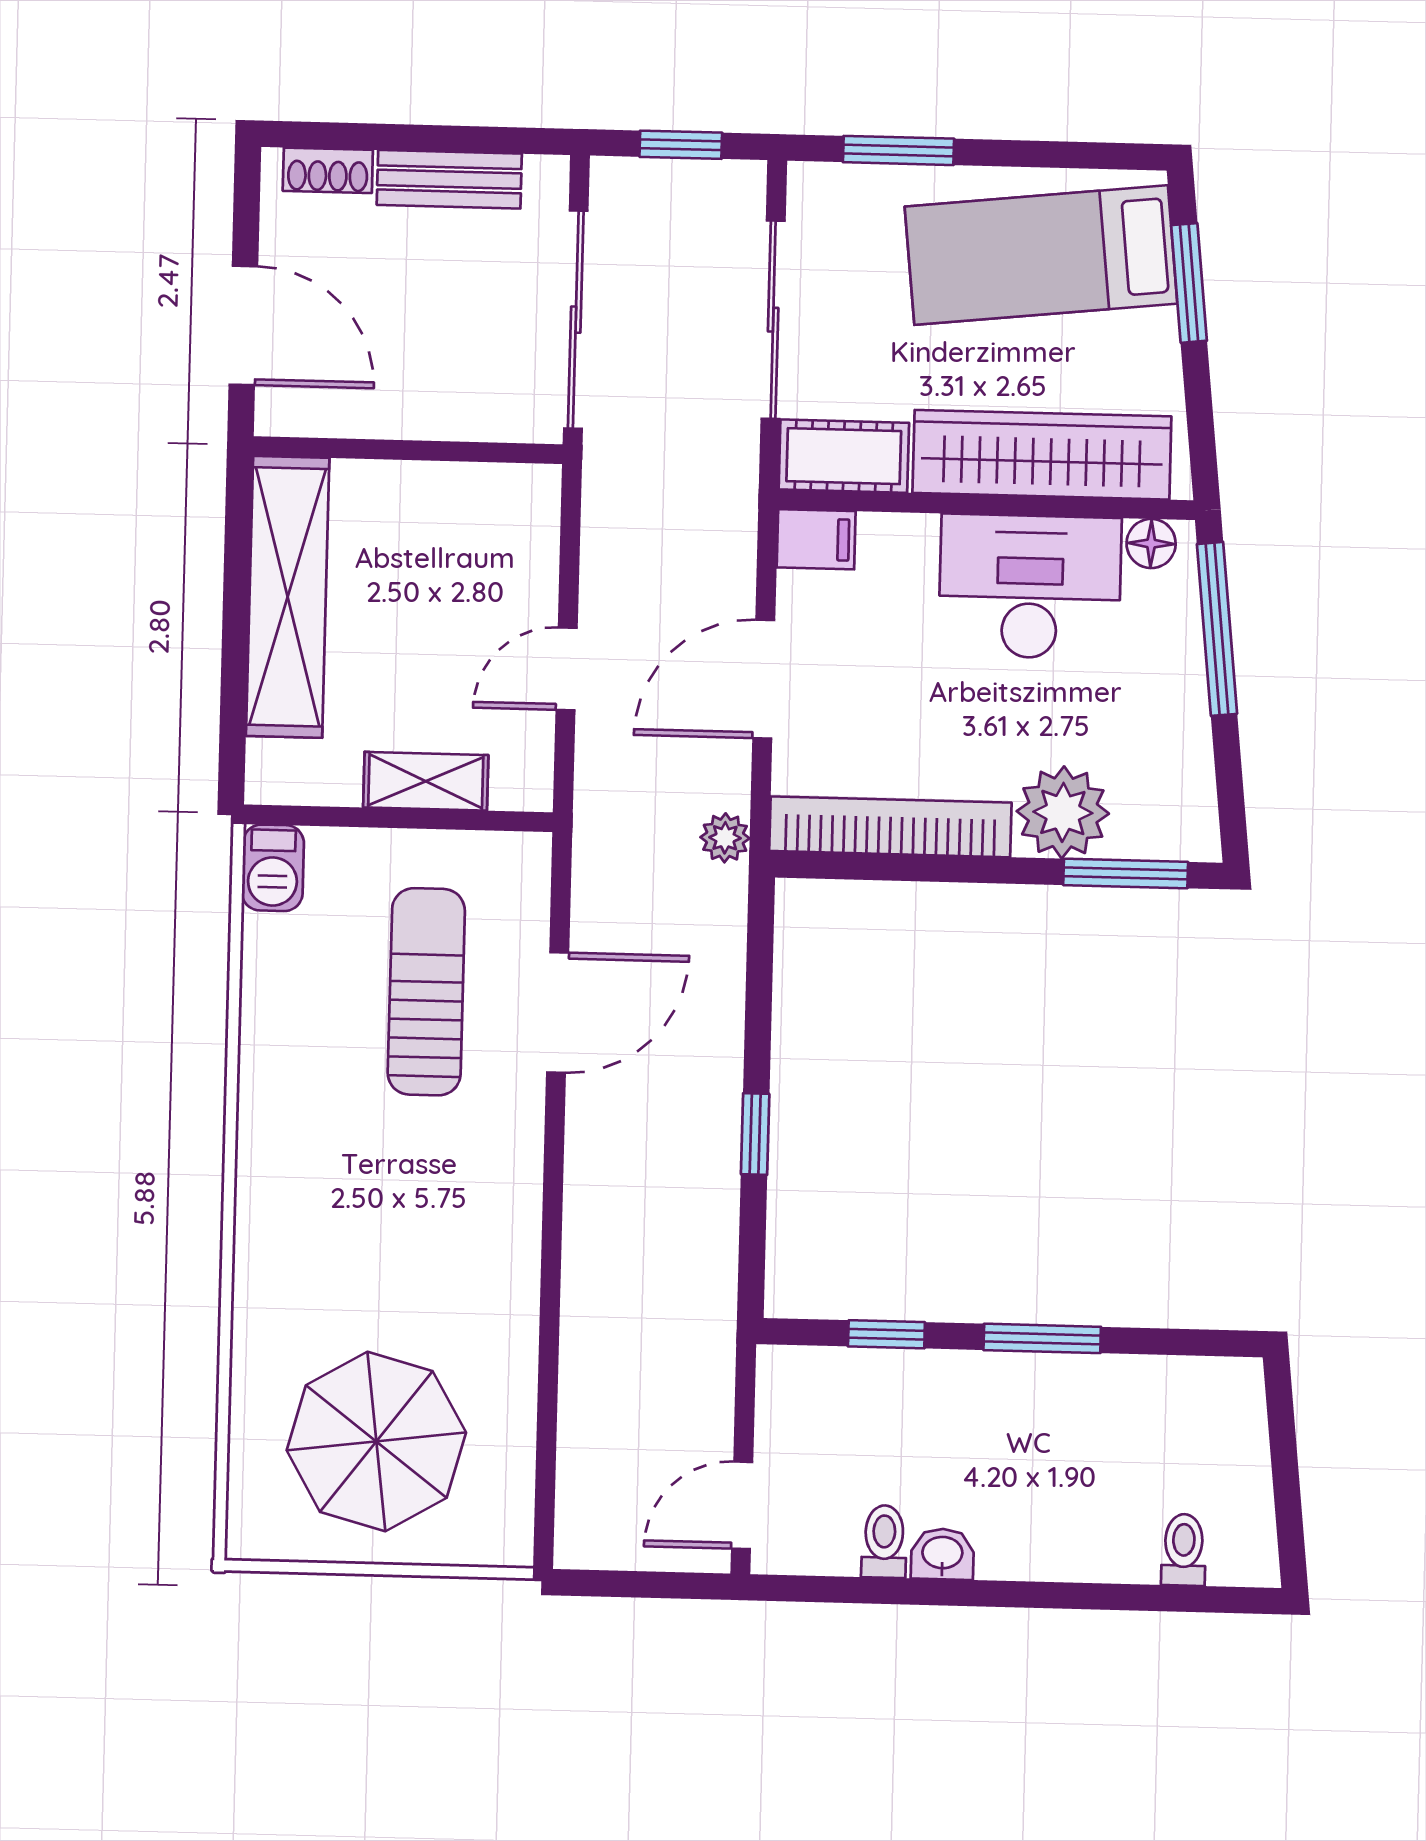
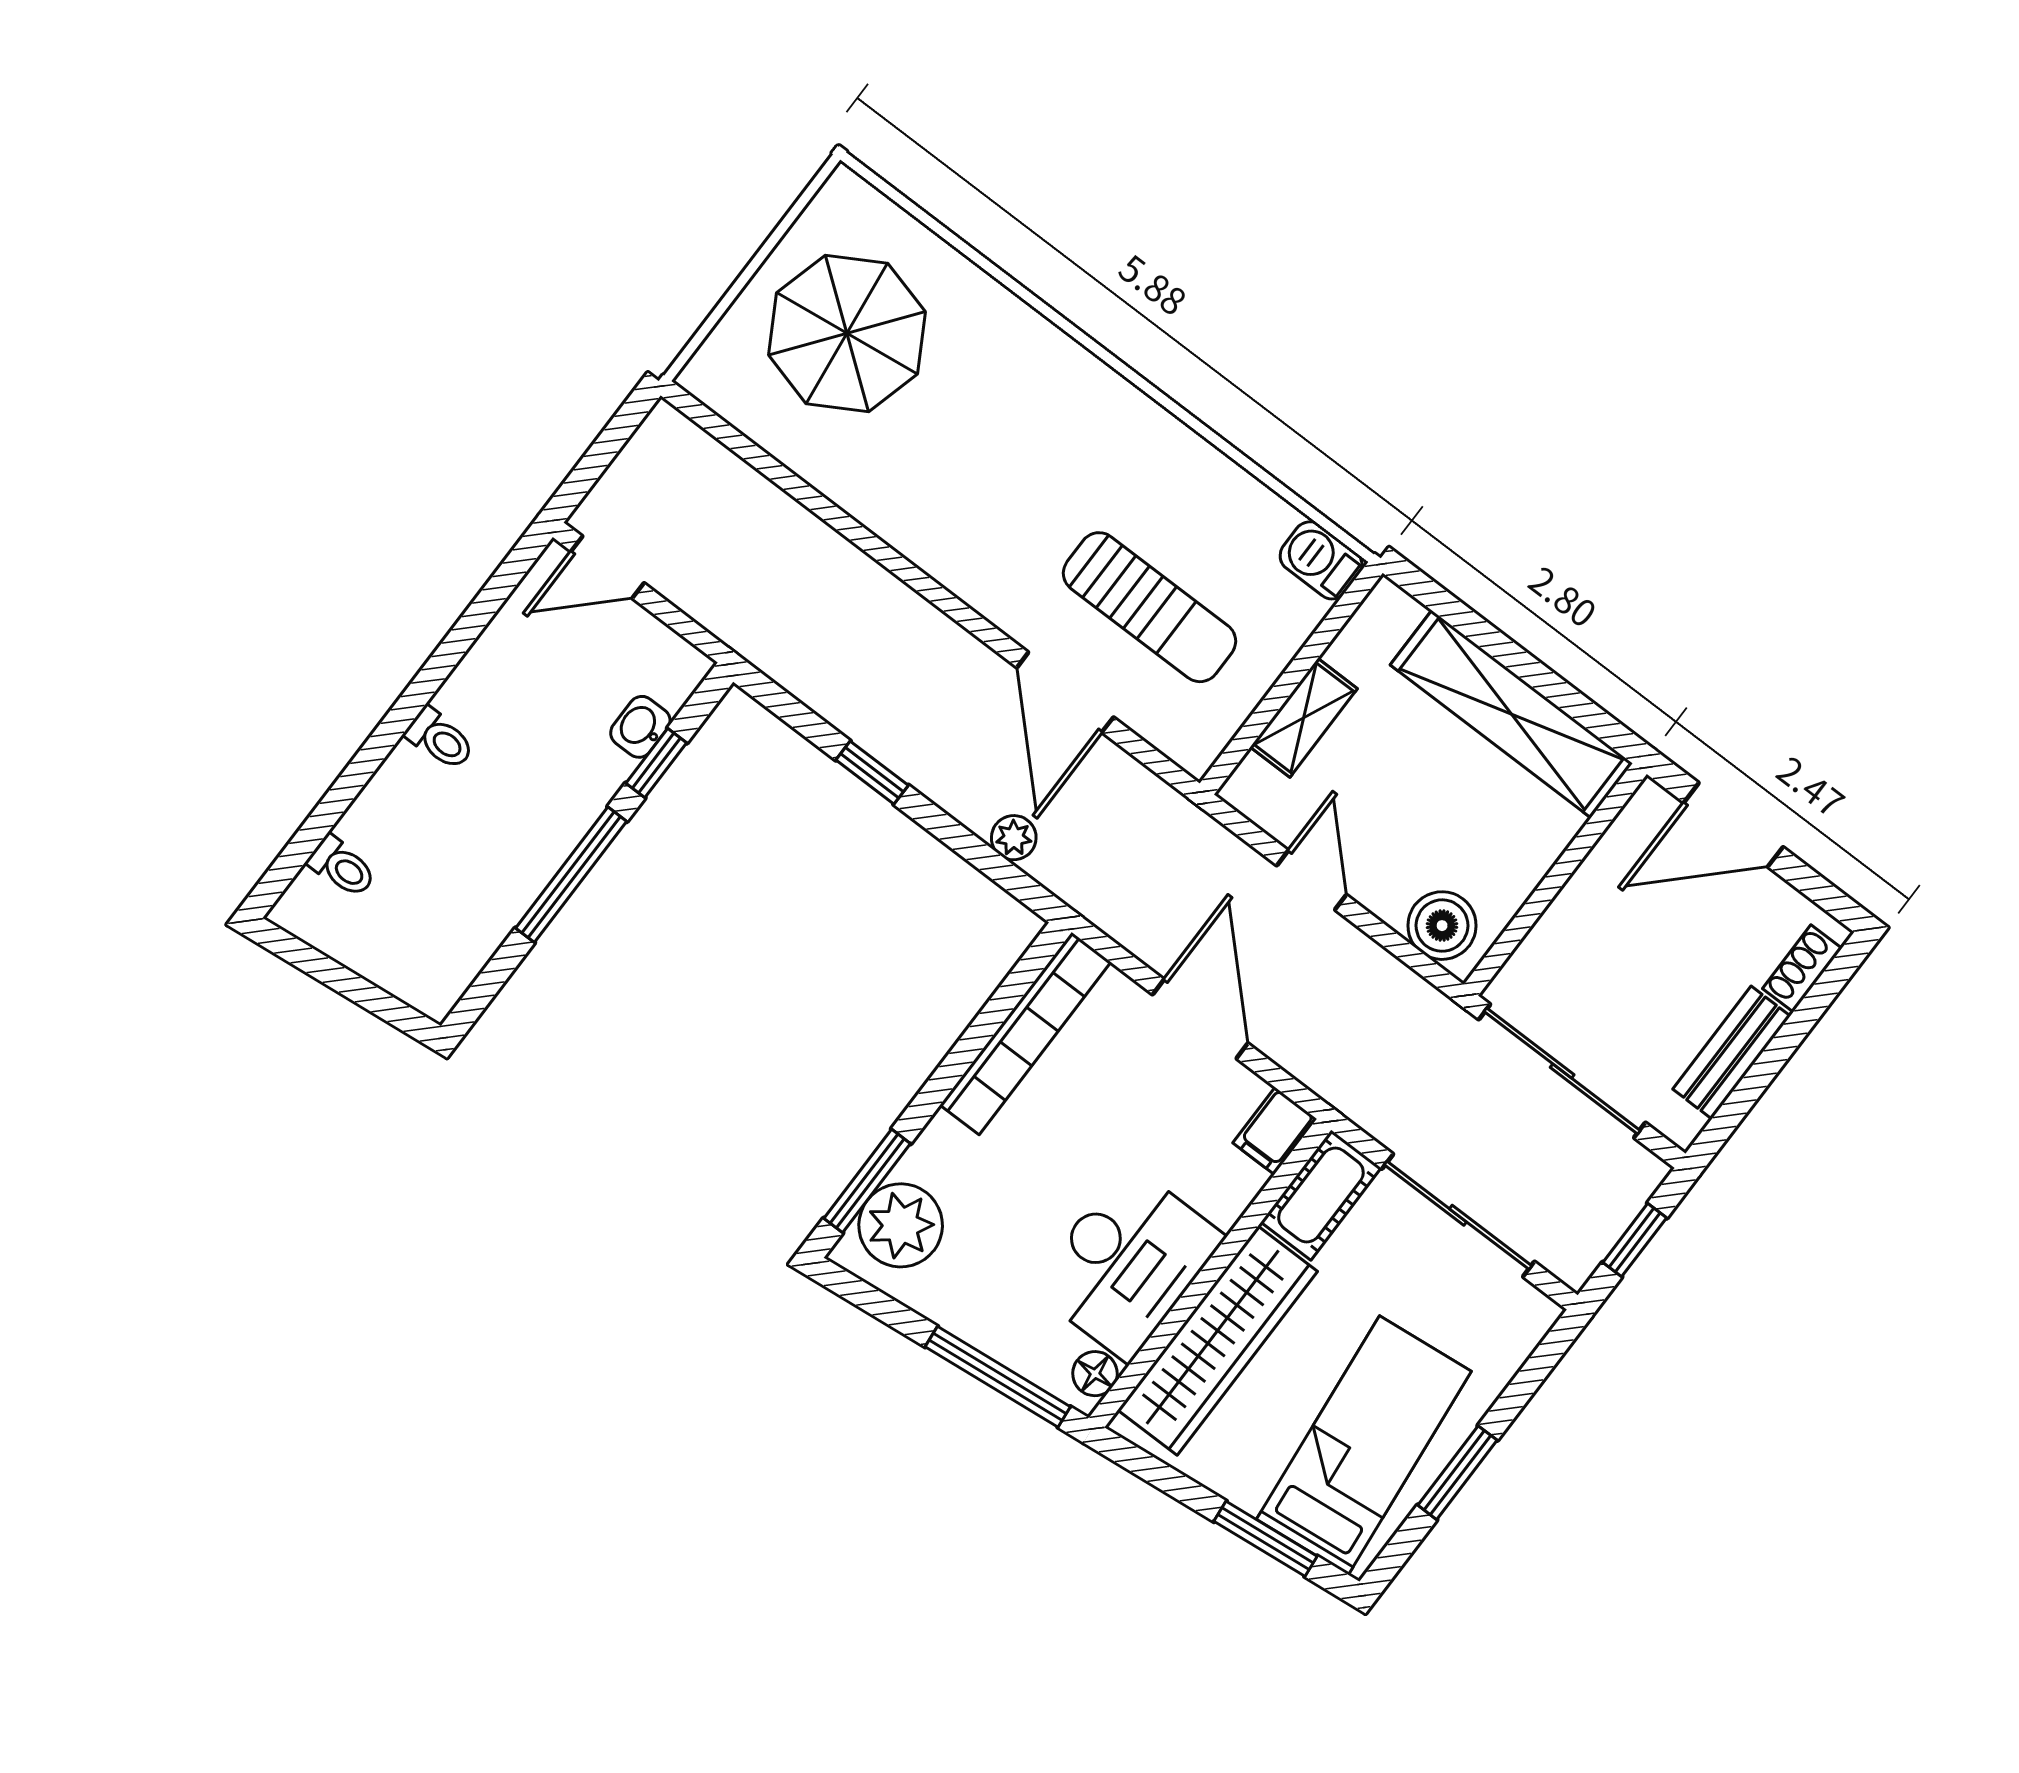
window: (899, 150) -> (1457, 1473), moved
boiler: (523, 522) -> (1442, 926), added
plant: (1063, 812) -> (901, 1225), moved
plant: (725, 838) -> (1014, 838), moved
window: (1042, 1338) -> (571, 875), width x1.44
door: (742, 1505) -> (607, 567), swing flipped
toilet: (884, 1542) -> (440, 739), moved
washbasin: (942, 1554) -> (640, 727), moved, turned 180

